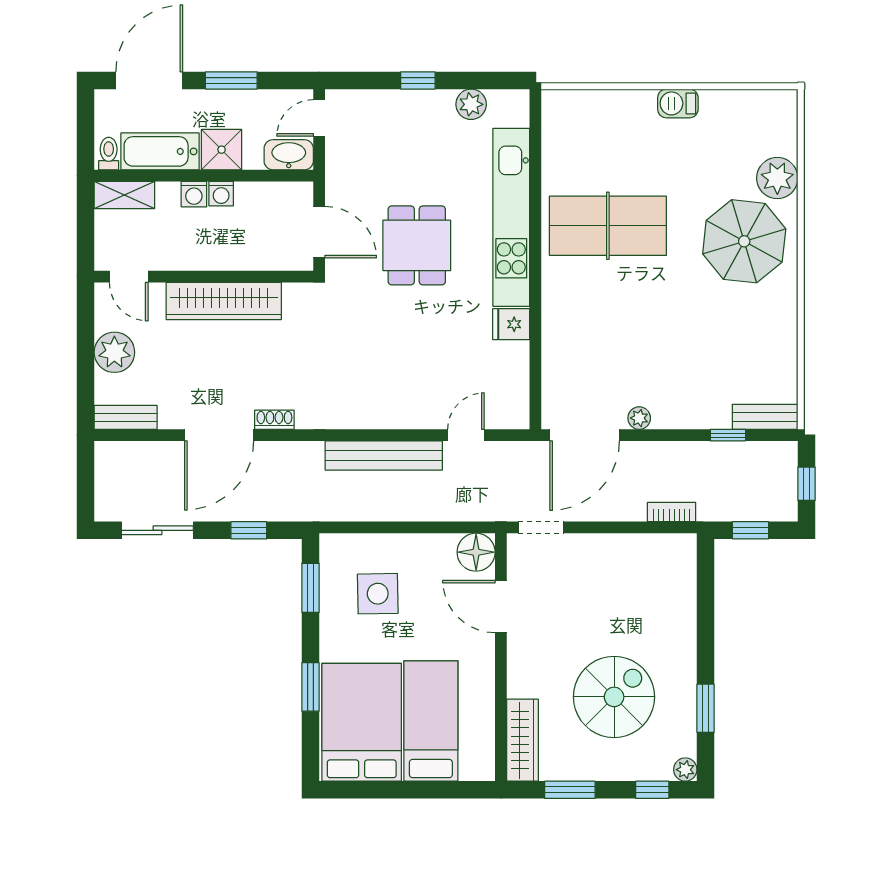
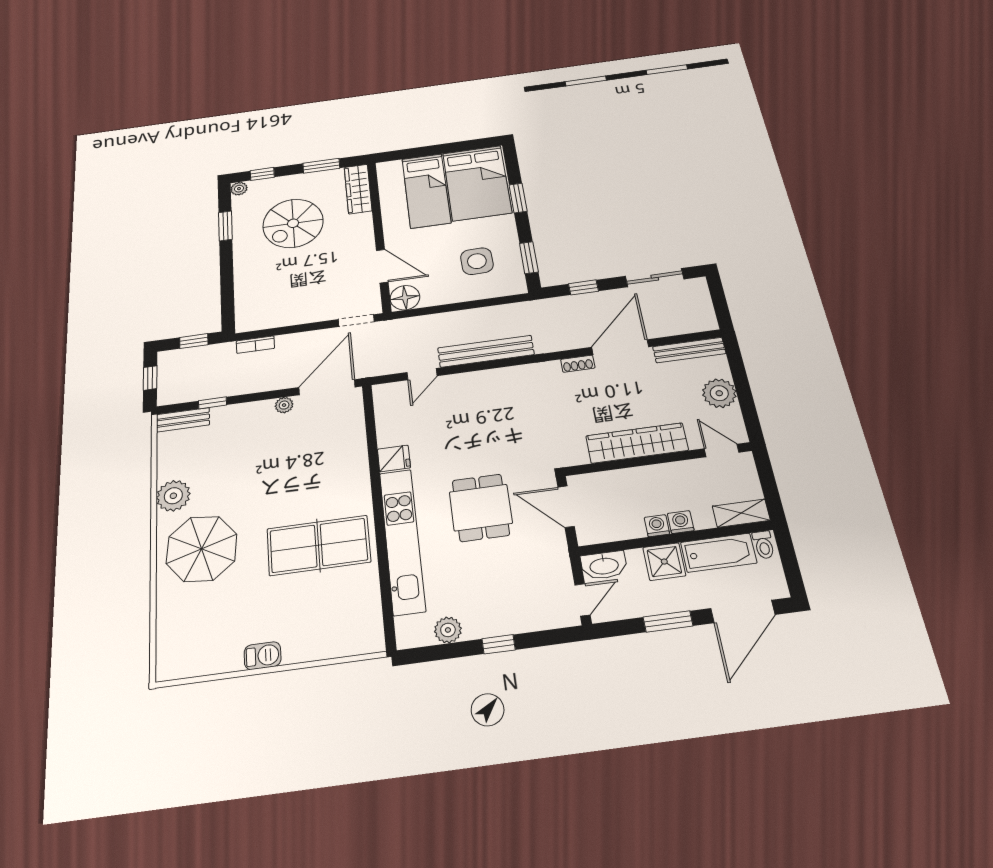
plant: (777, 178) -> (173, 496), moved
bench: (126, 417) -> (689, 350), width x1.36

